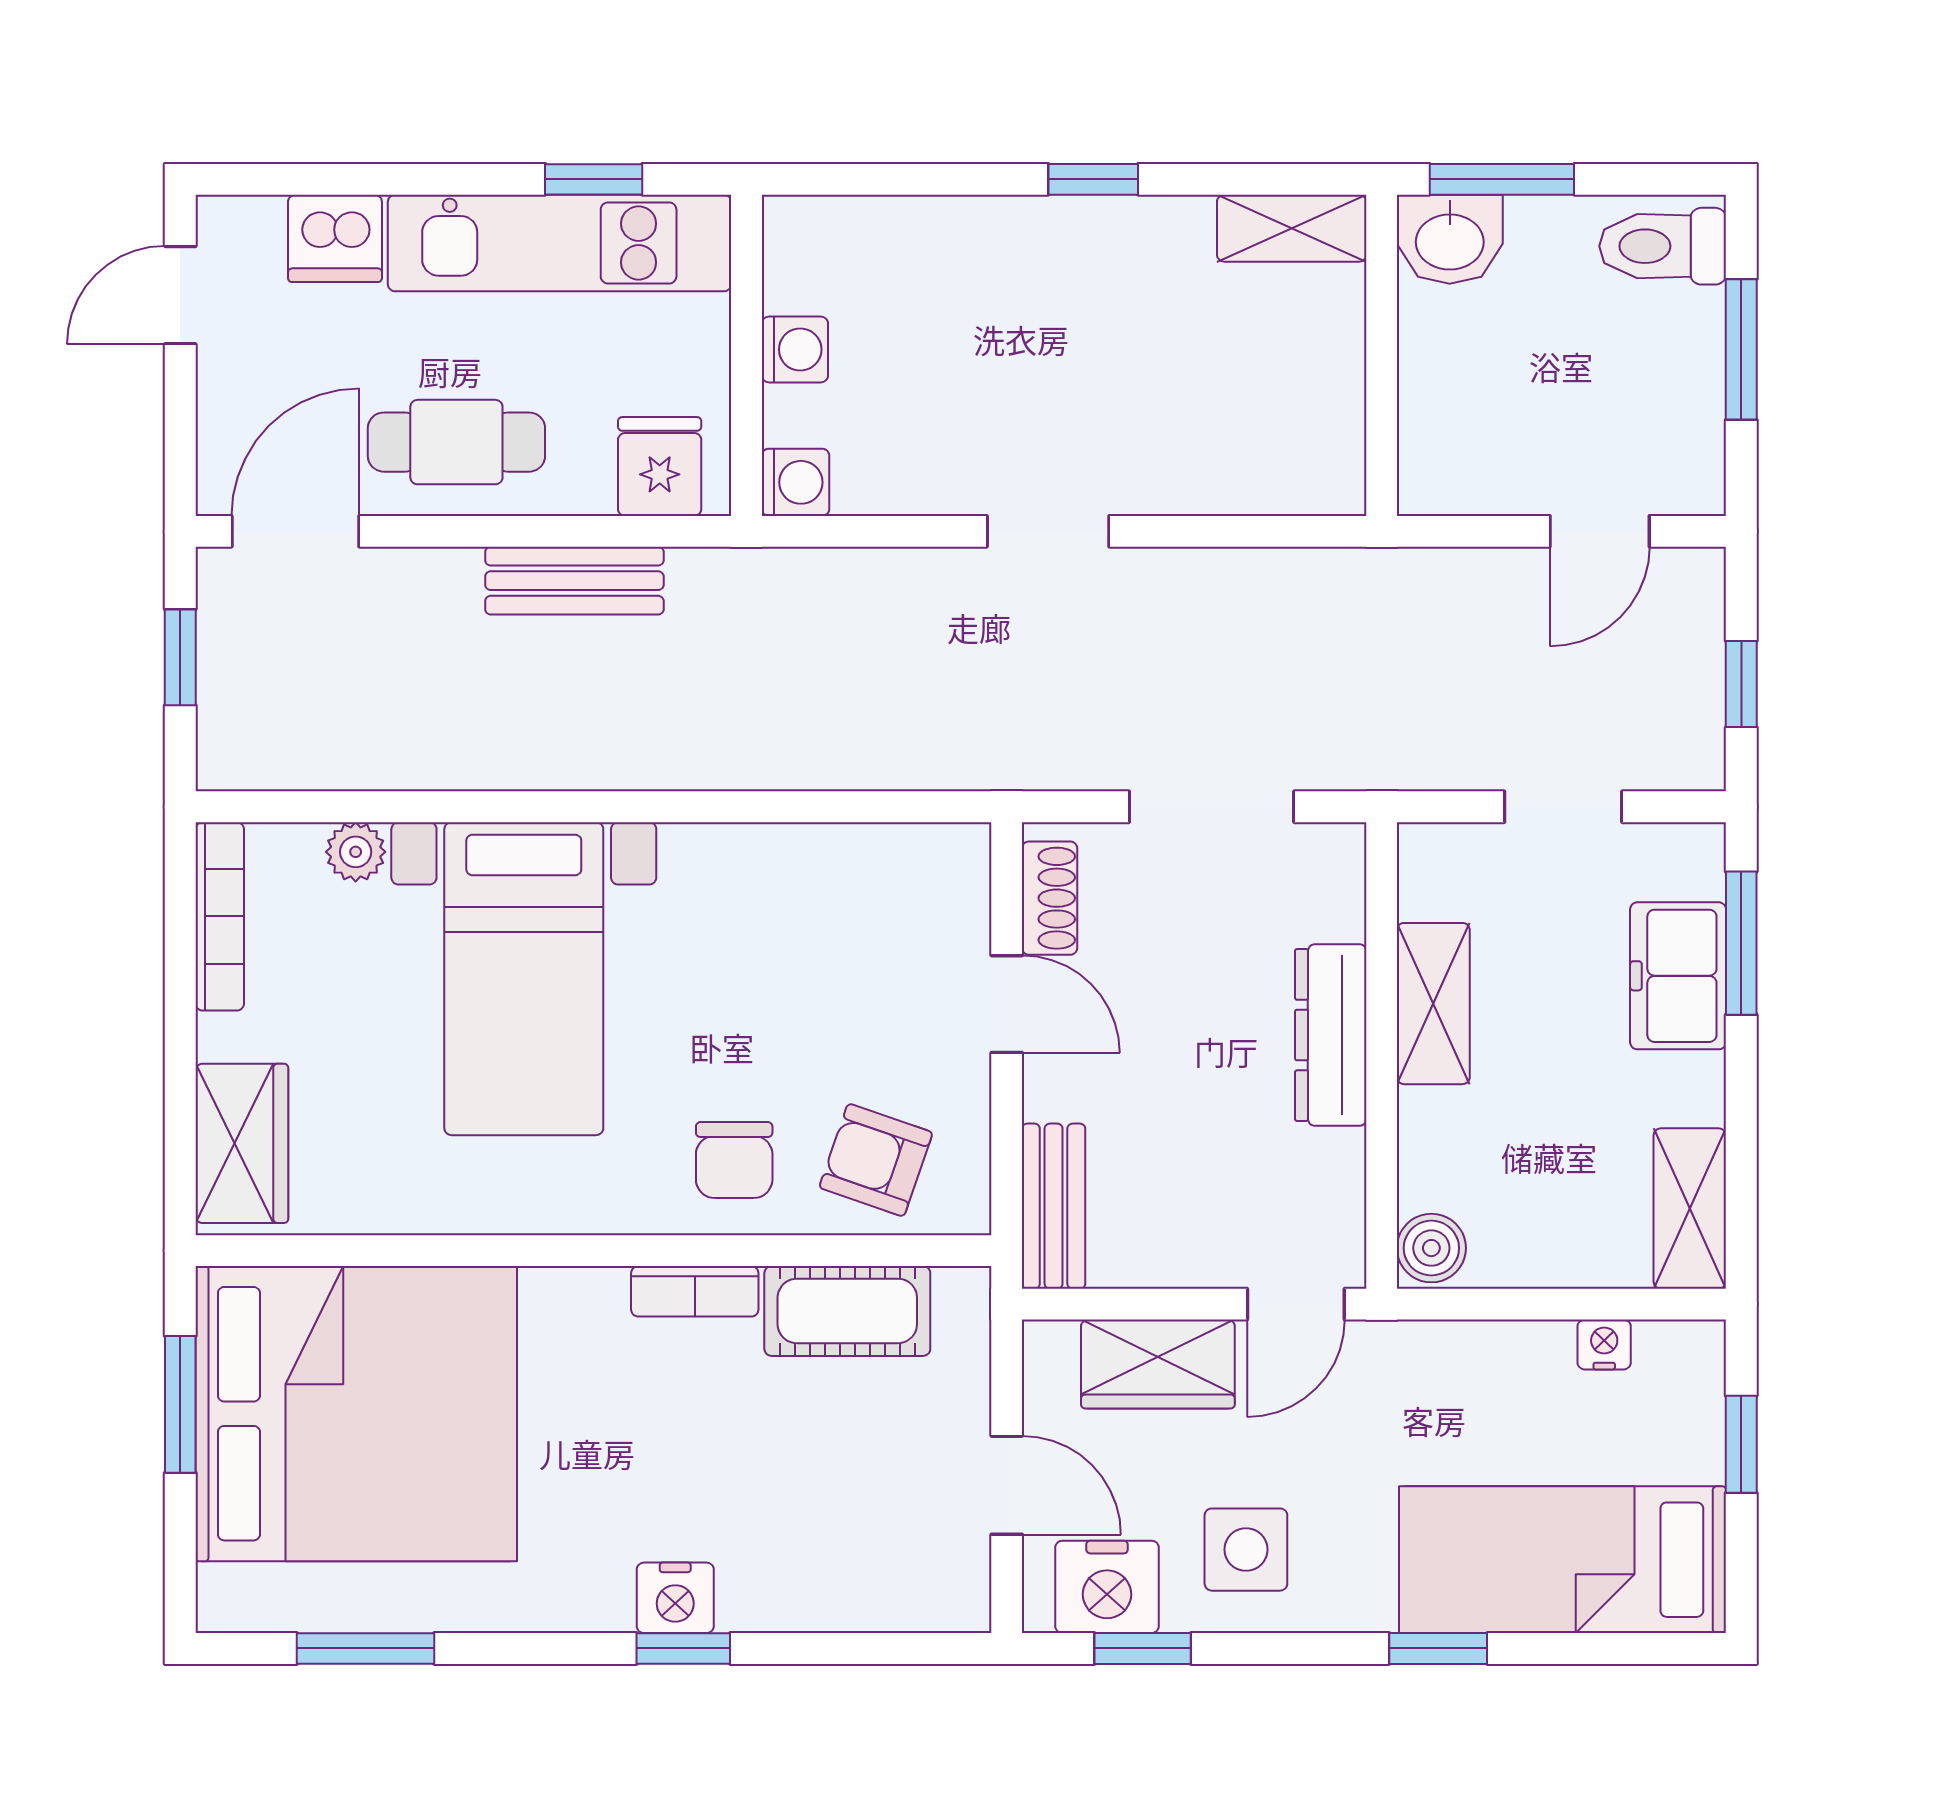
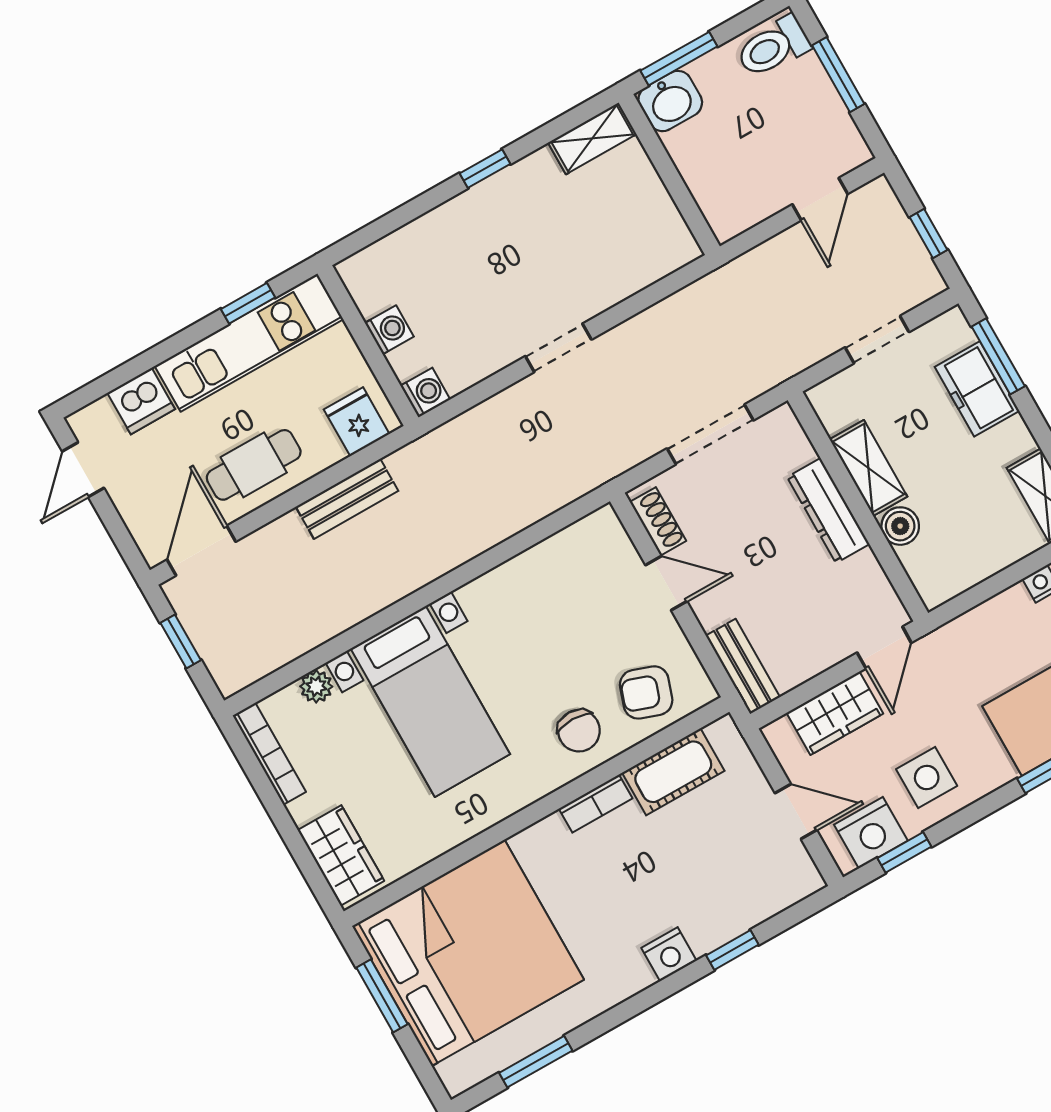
boiler: (1431, 1248) -> (900, 526), moved
window: (683, 1648) -> (732, 950), moved

